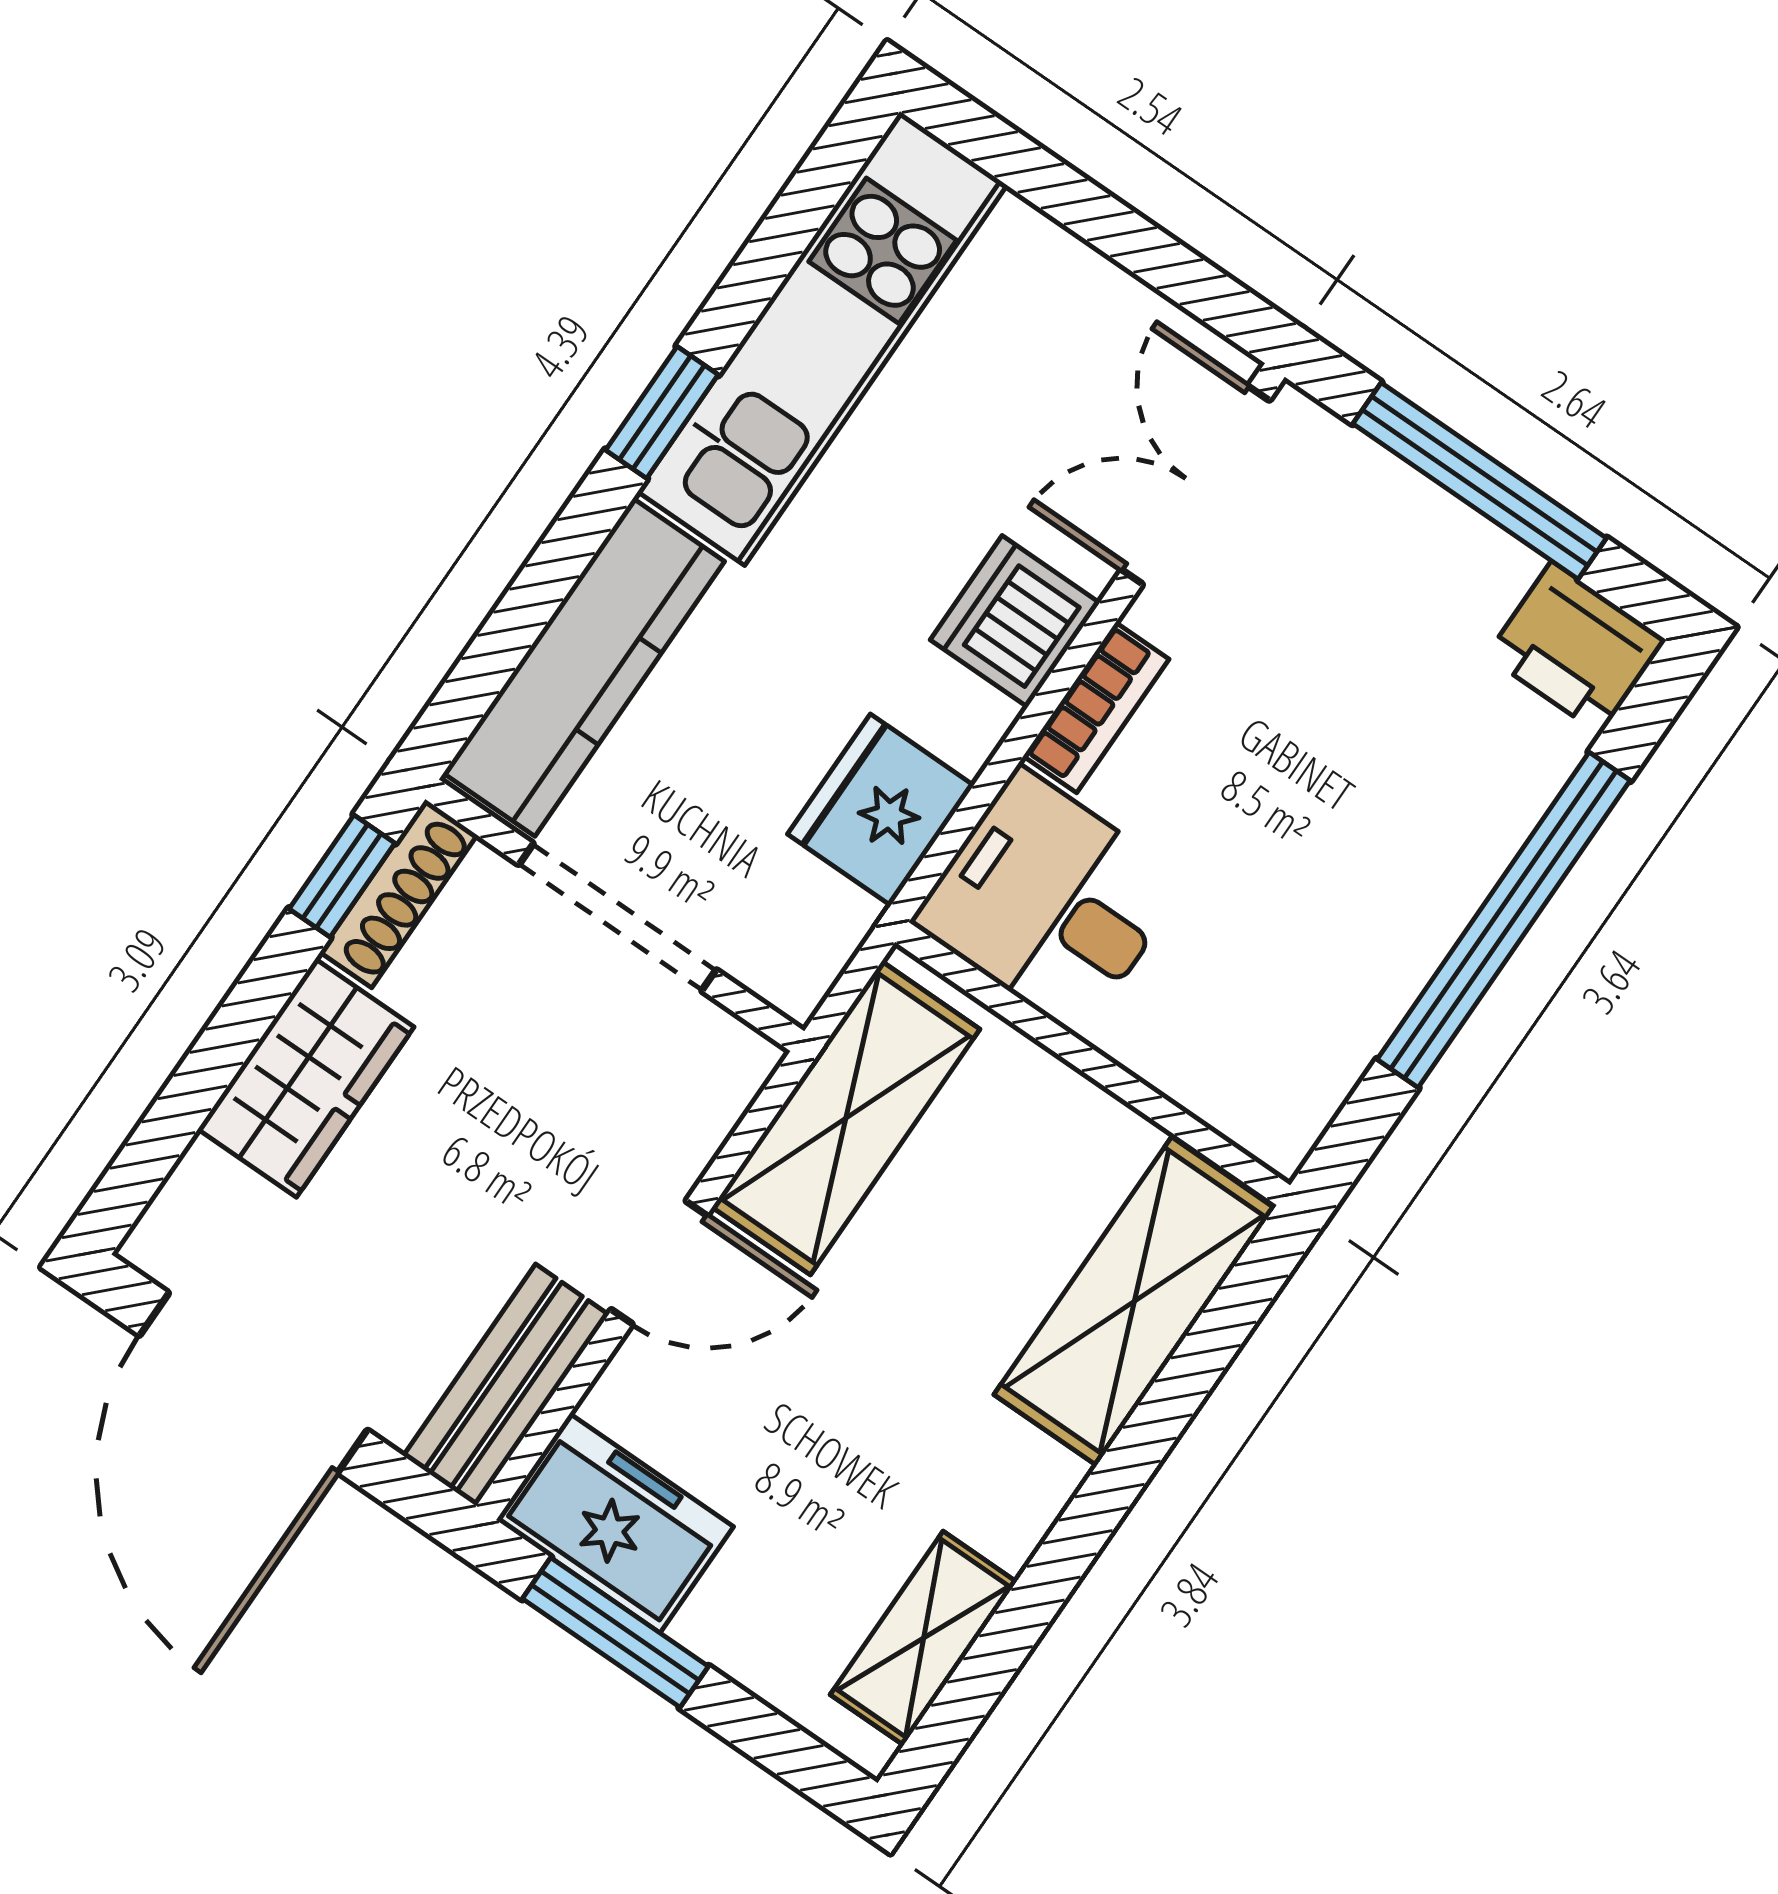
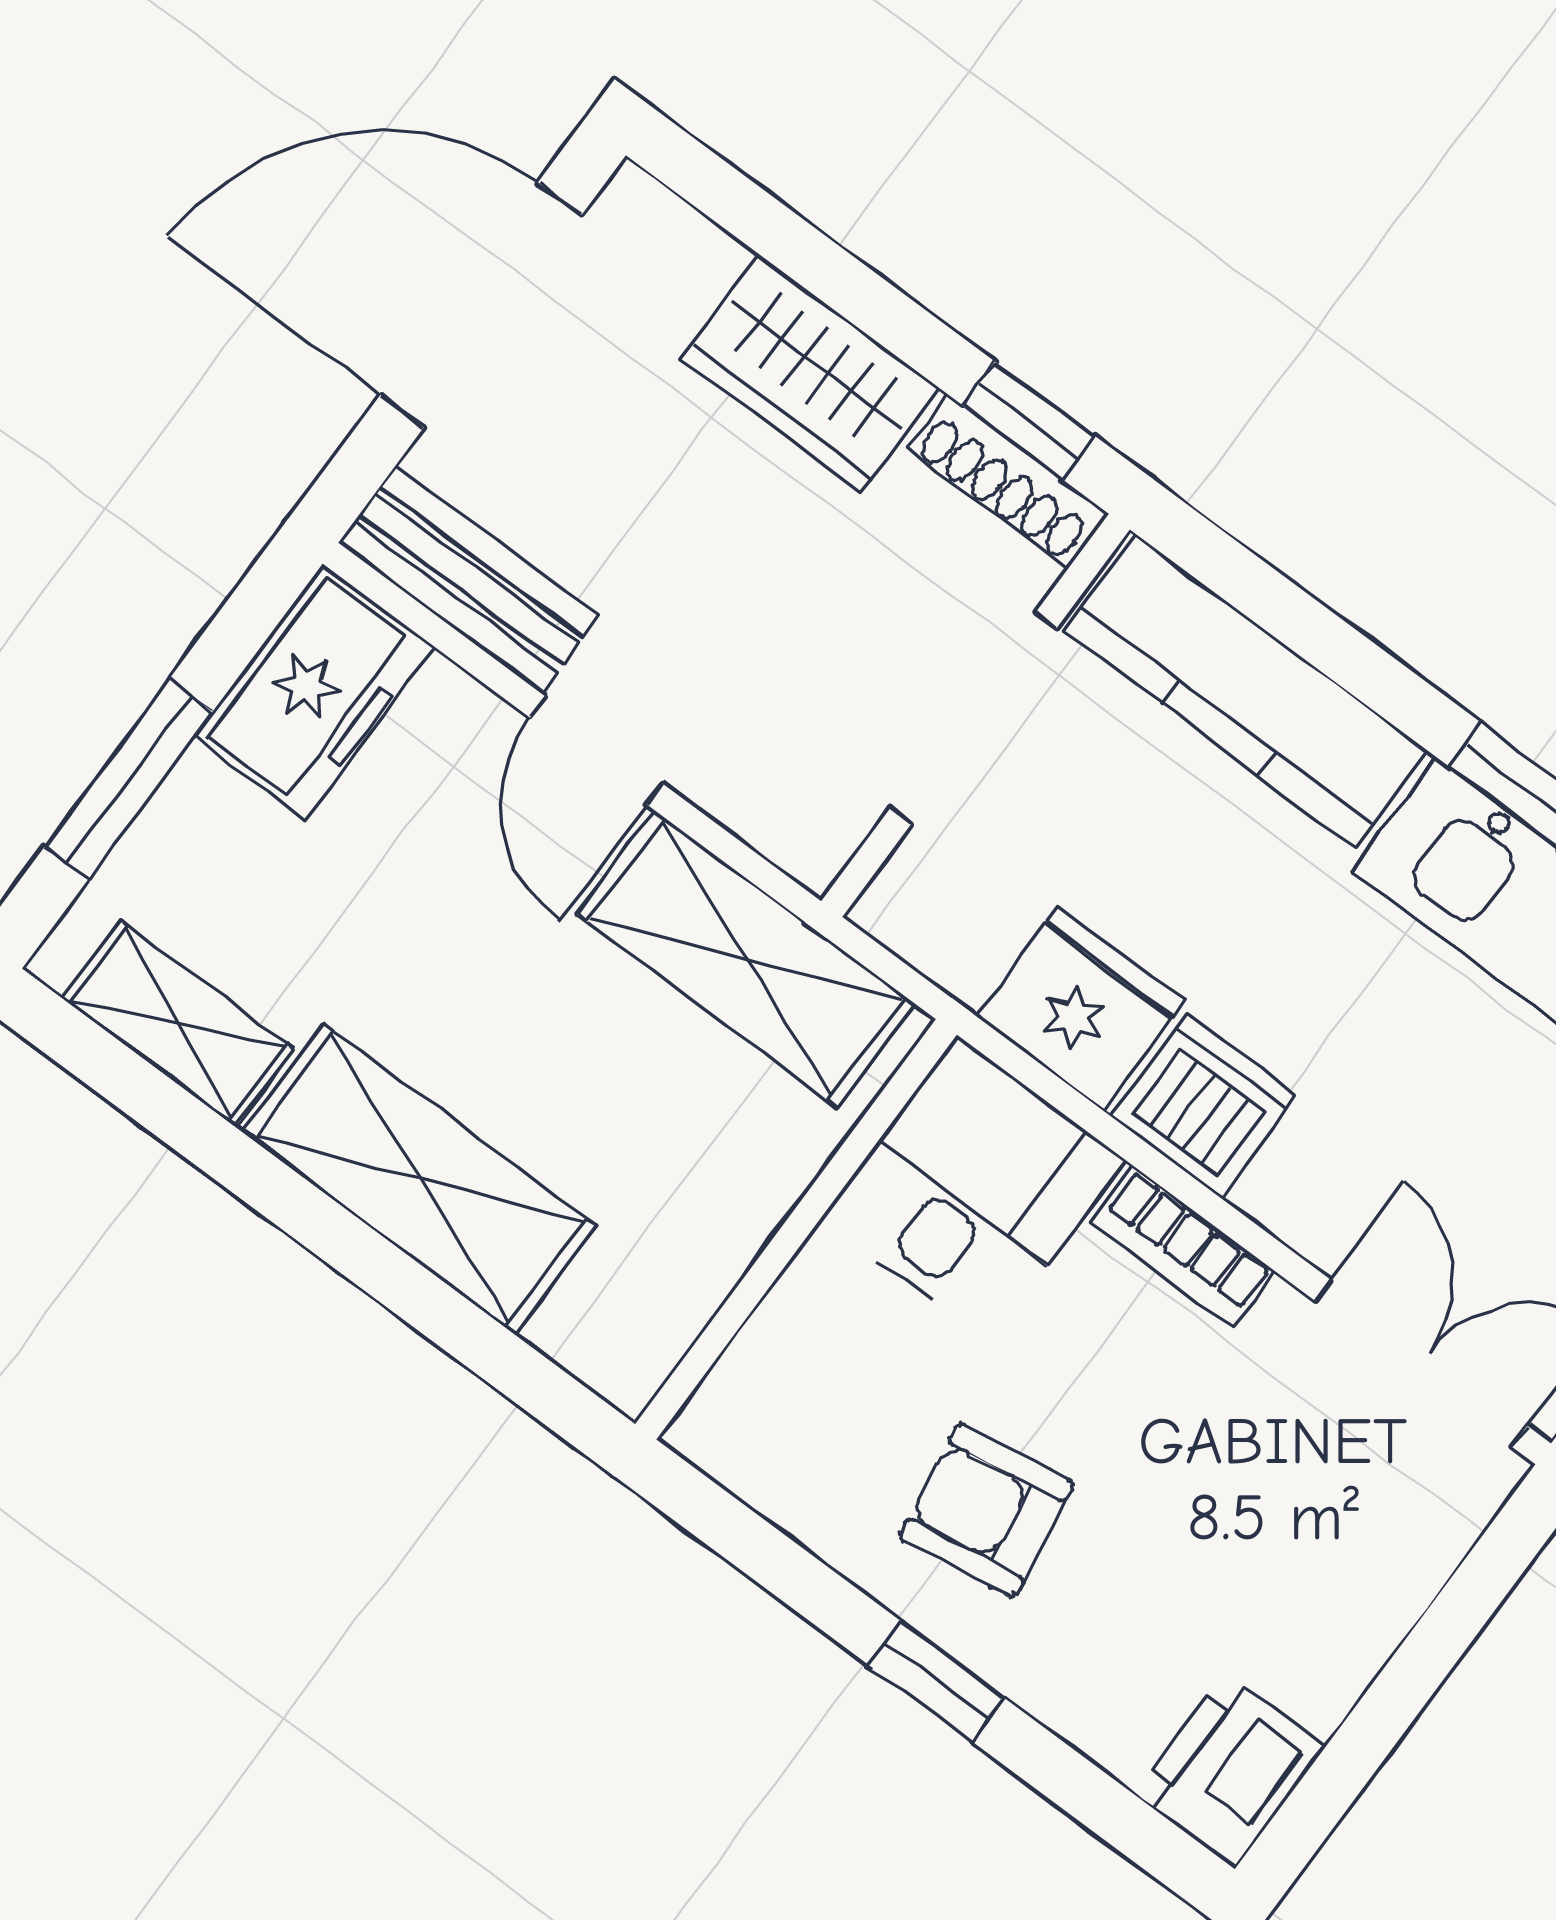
window: (1480, 481) -> (1415, 1672), removed
dishwasher: (1015, 621) -> (1204, 1105), moved
armchair: (1345, 880) -> (986, 1510), added
window: (1504, 920) -> (937, 1682), width x0.32
shelving: (1134, 1301) -> (420, 1179), moved
window: (615, 1633) -> (129, 779), moved

